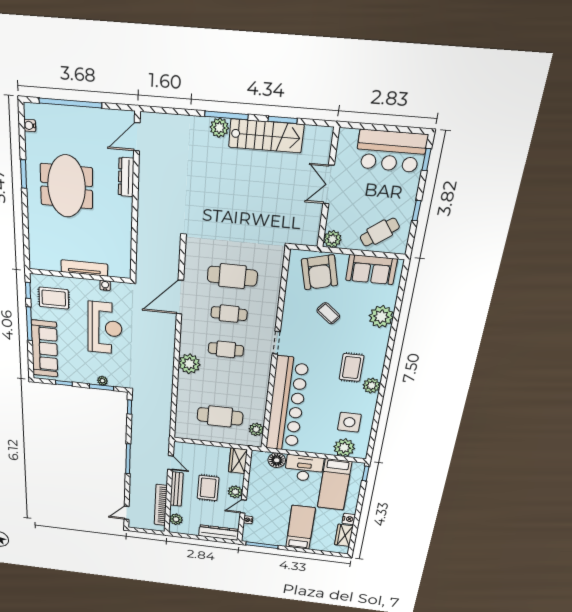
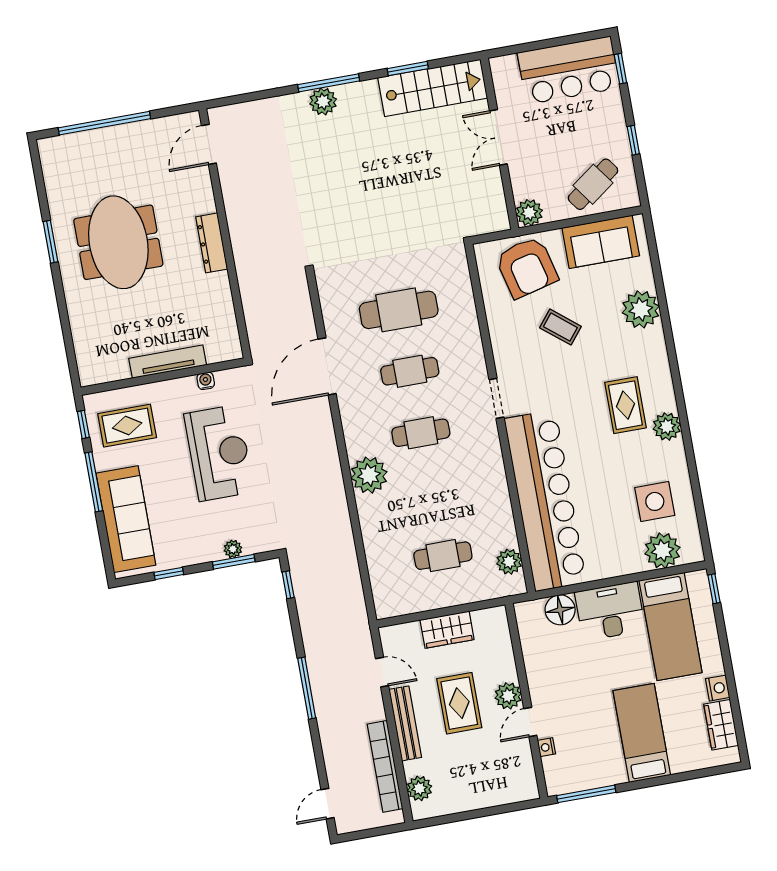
water cooler: (30, 125) -> (50, 169), removed
stairs: (266, 136) -> (433, 88), moved
dresser: (126, 177) -> (212, 243), moved
cafe table: (220, 416) -> (443, 556), width x0.73, depth x0.74
wardrobe: (238, 461) -> (447, 630), moved, turned -90
dresser: (219, 533) -> (502, 792), removed

